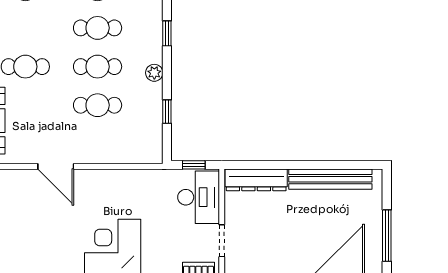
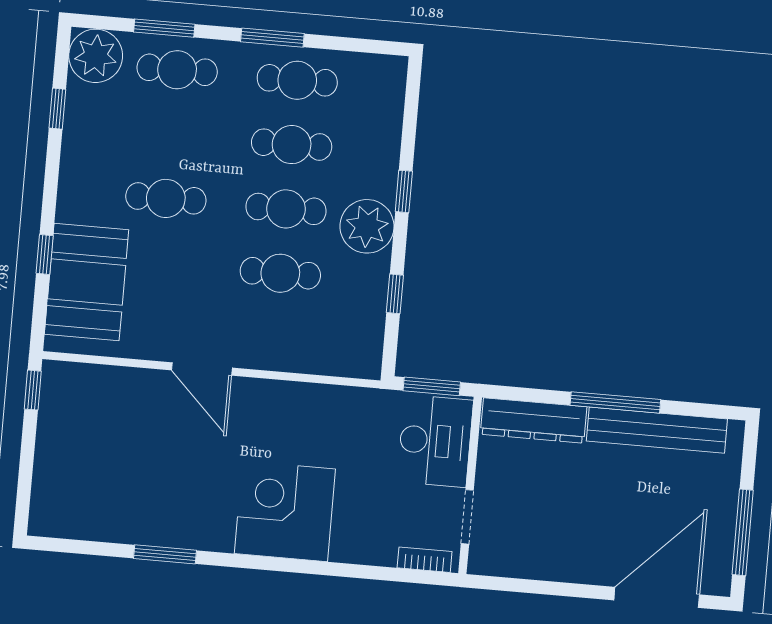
window: (167, 33) -> (404, 191), moved
plant: (154, 73) -> (367, 226), width x1.88, depth x1.88
window: (194, 165) -> (432, 386), width x1.50
window: (304, 165) -> (615, 402), added

